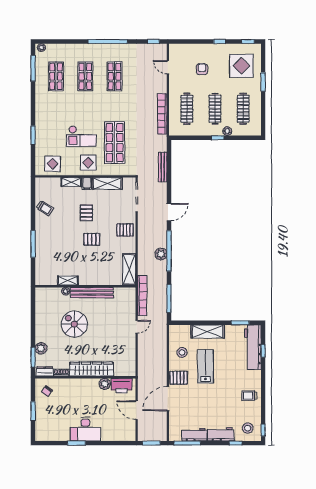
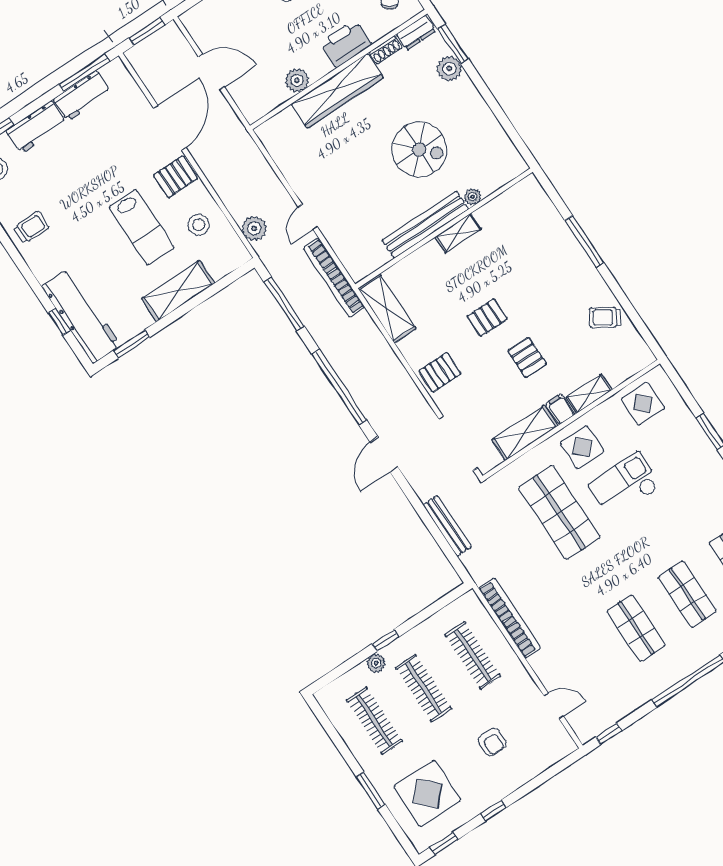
plant: (161, 254) -> (254, 228), moved
shelving: (68, 281) -> (458, 233), moved
printer: (122, 386) -> (345, 44), moved

